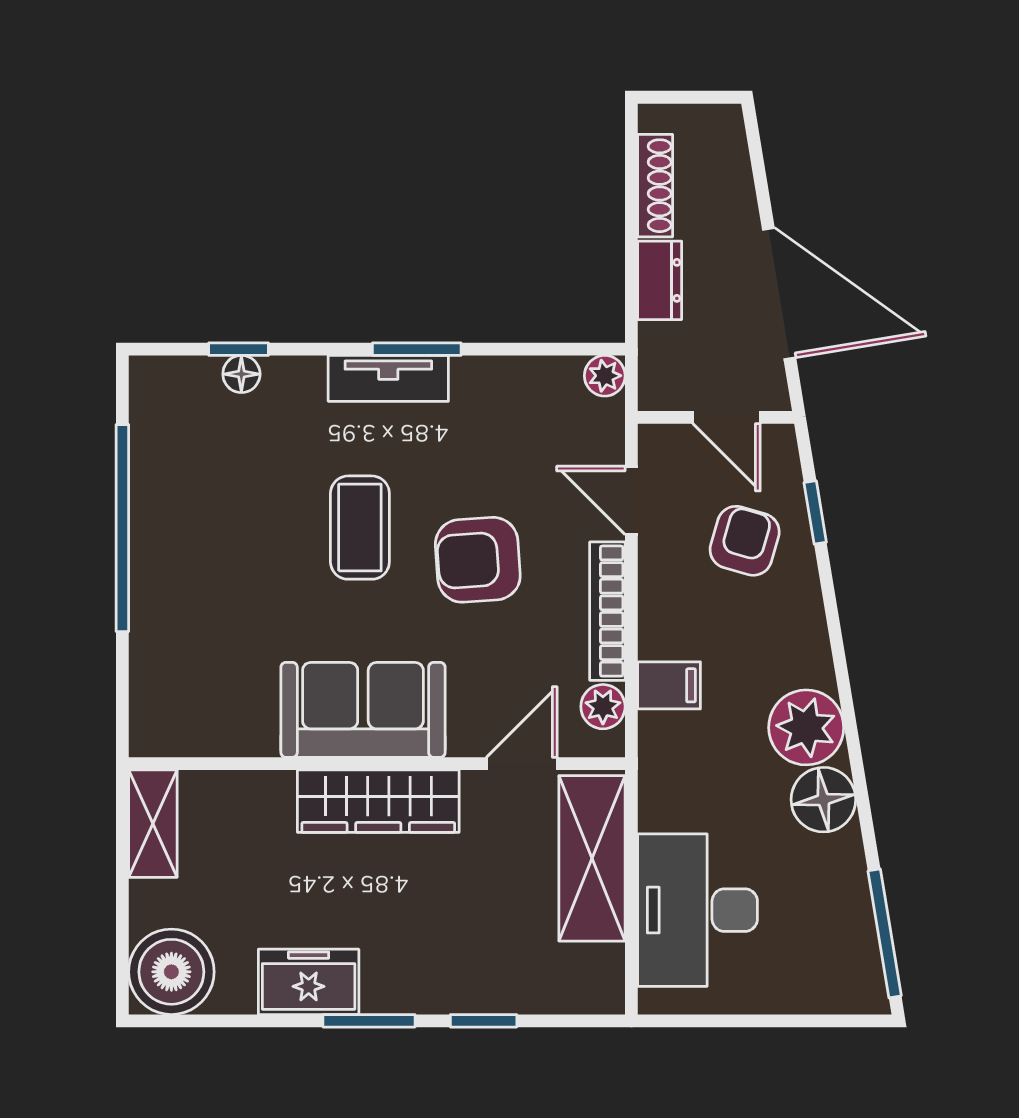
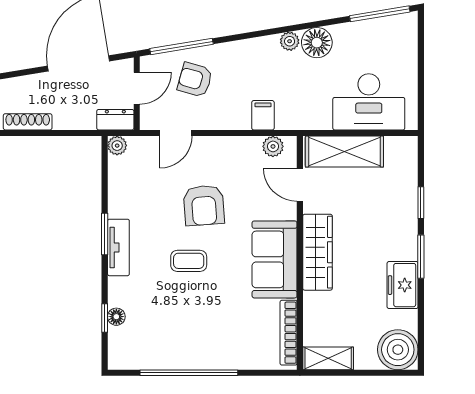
dresser: (660, 280) -> (115, 120), moved
window: (815, 512) -> (182, 46), width x2.17
coffee table: (360, 528) -> (189, 261), width x0.73, depth x0.77
bookcase: (607, 611) -> (289, 333), moved, turned 90
plant: (806, 727) -> (290, 41), width x0.53, depth x0.53

